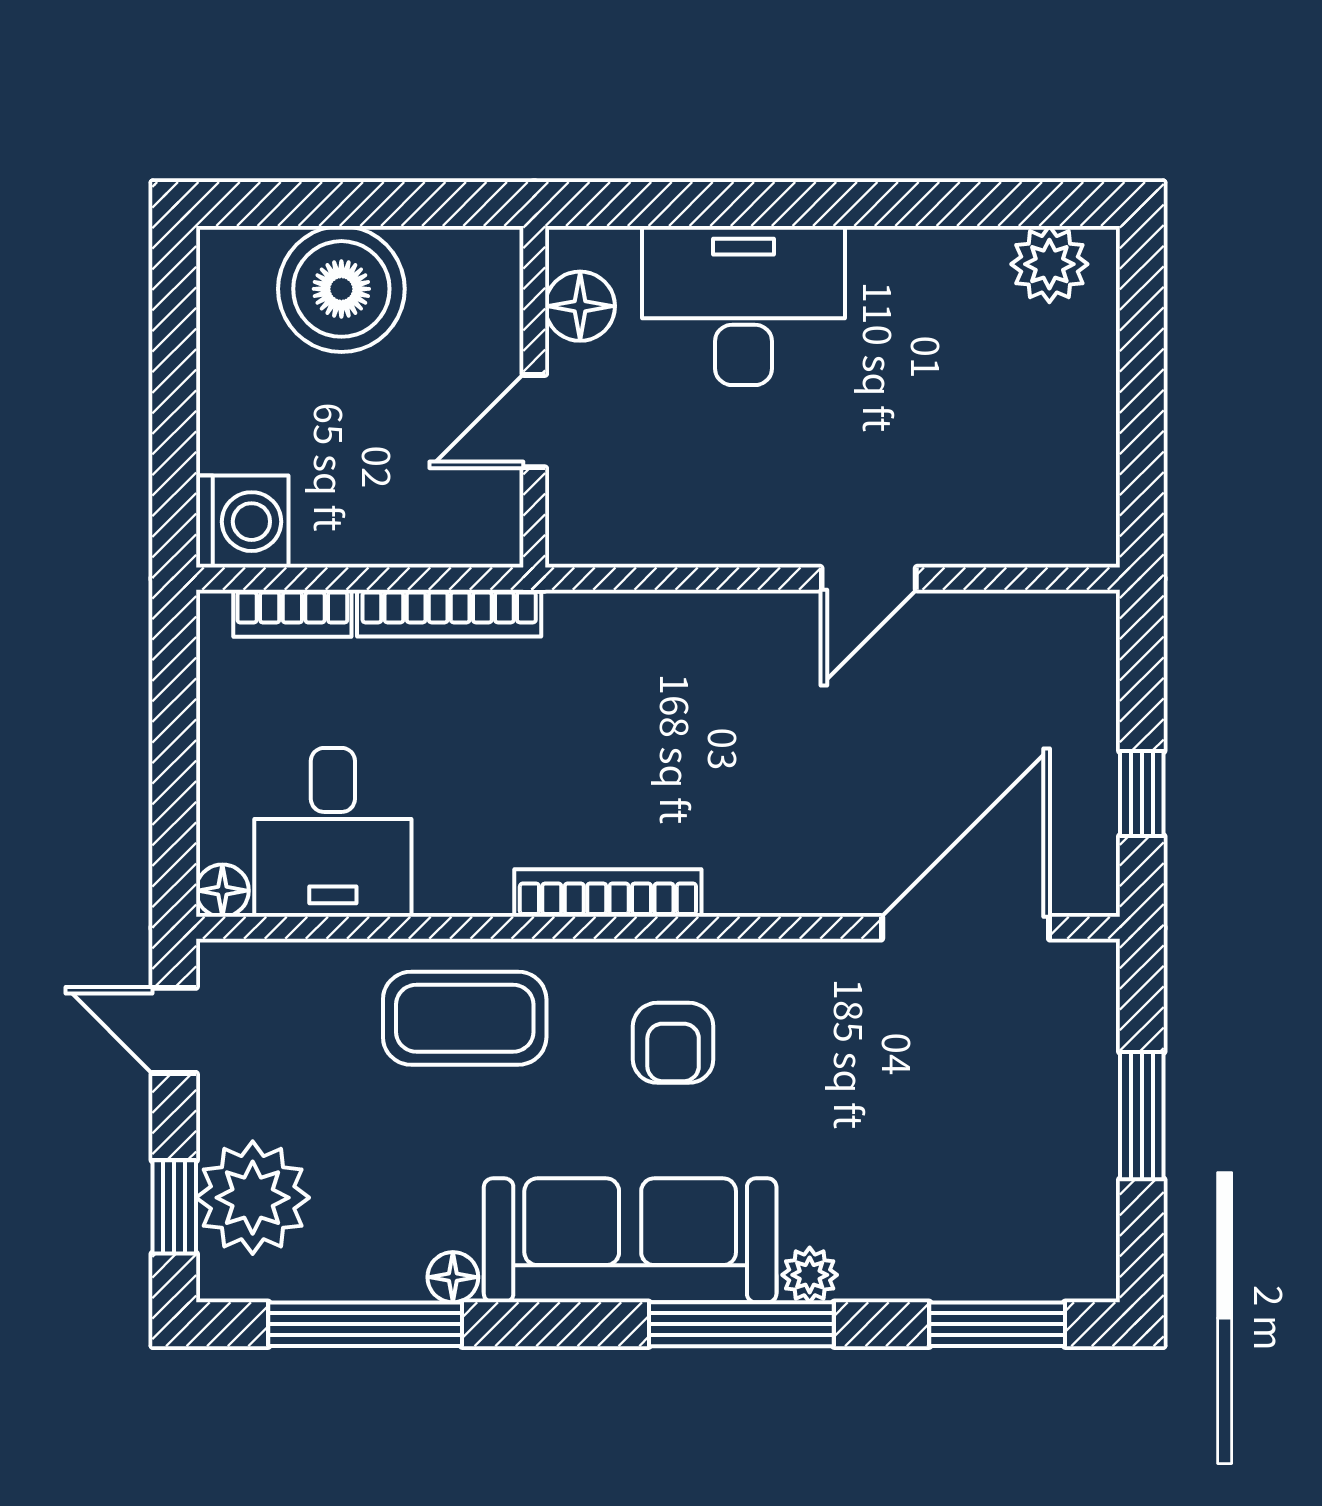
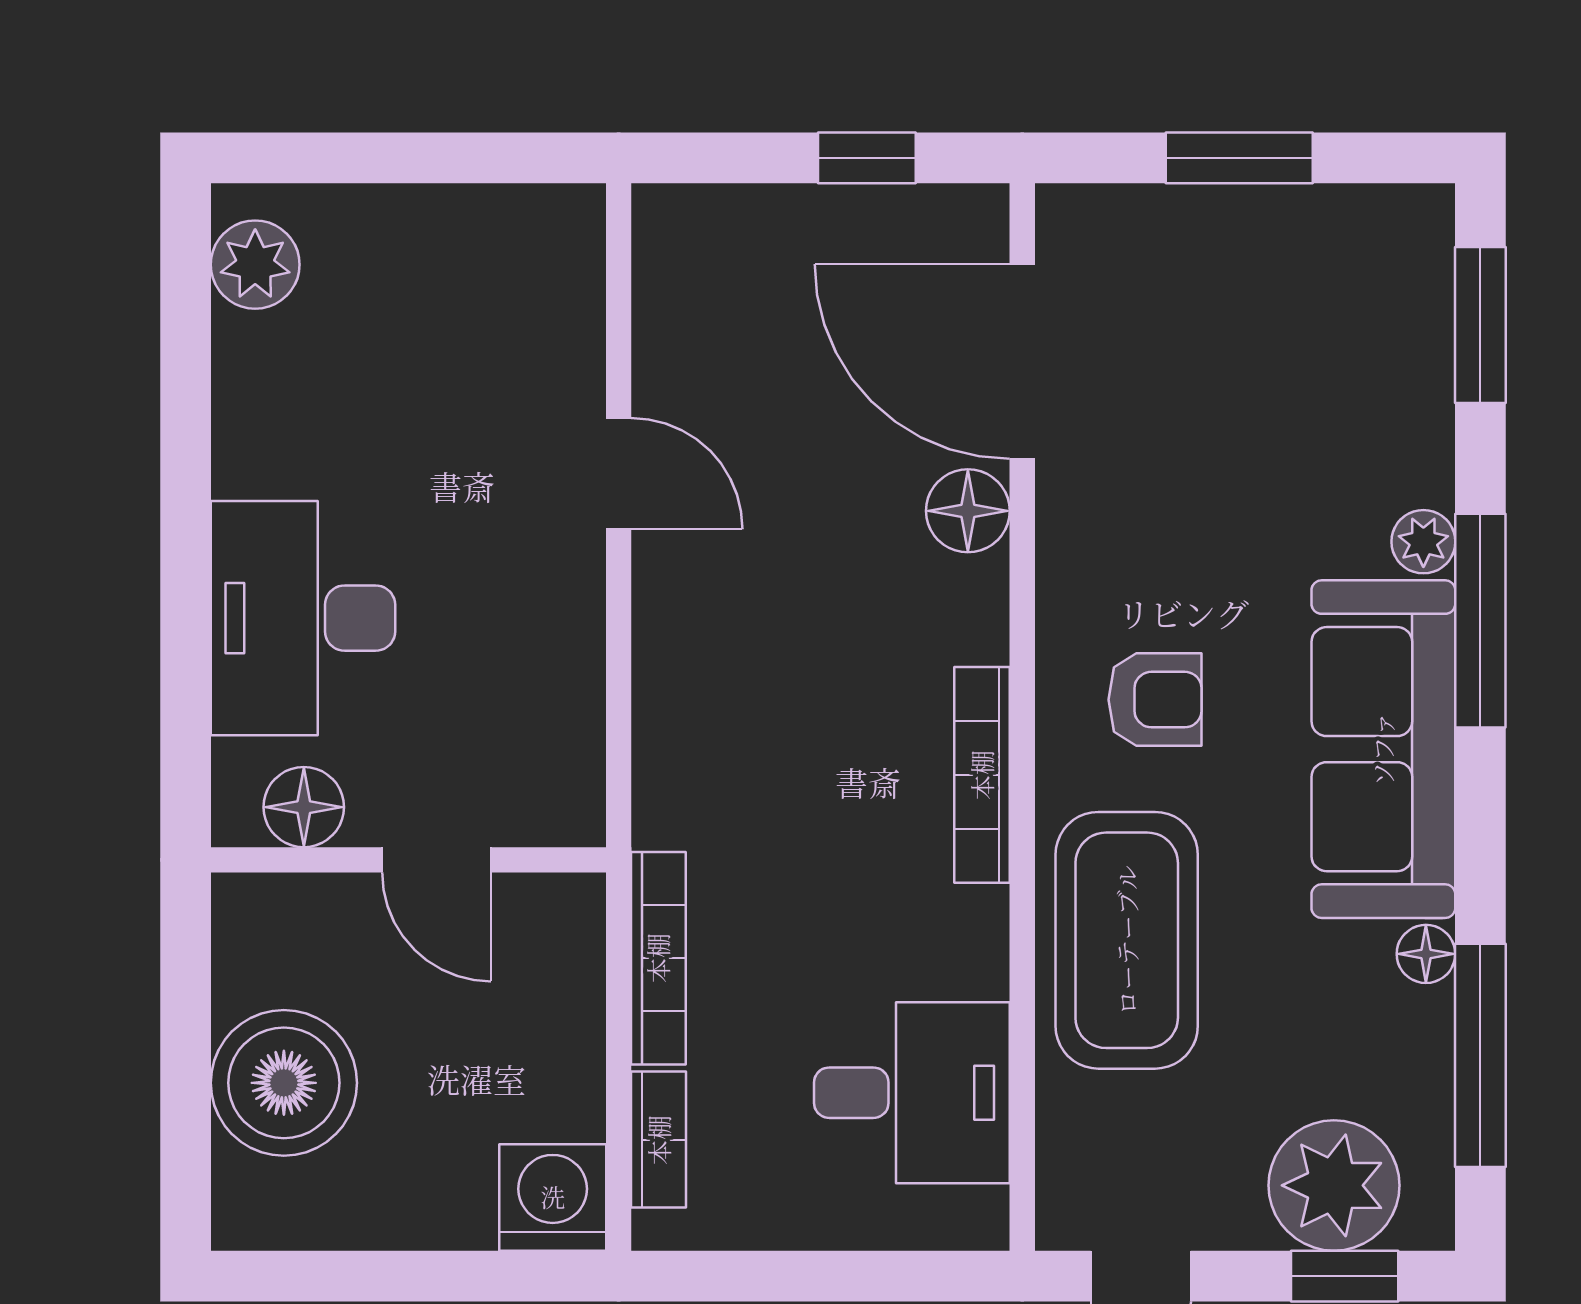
floor lamp: (222, 891) -> (968, 511), moved, width x1.37, depth x1.37
coffee table: (465, 1018) -> (1127, 940), width x1.36, depth x1.32

